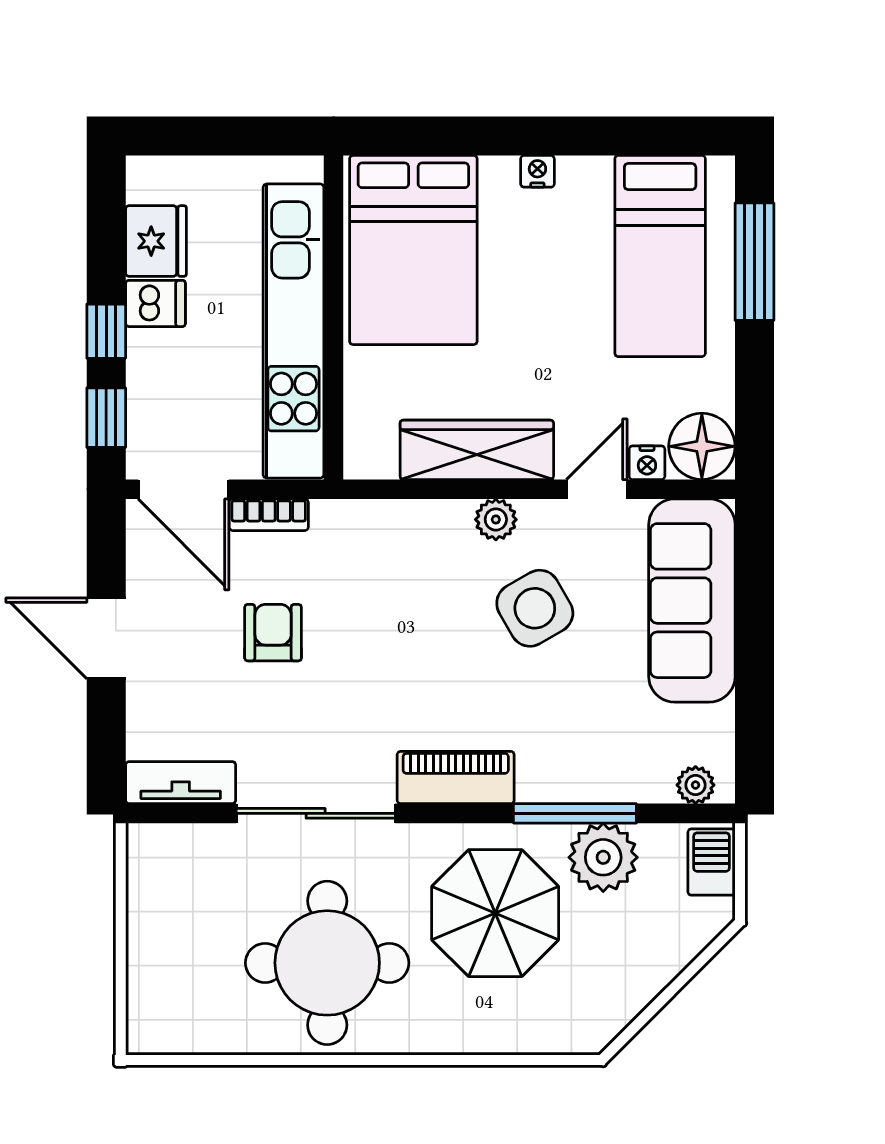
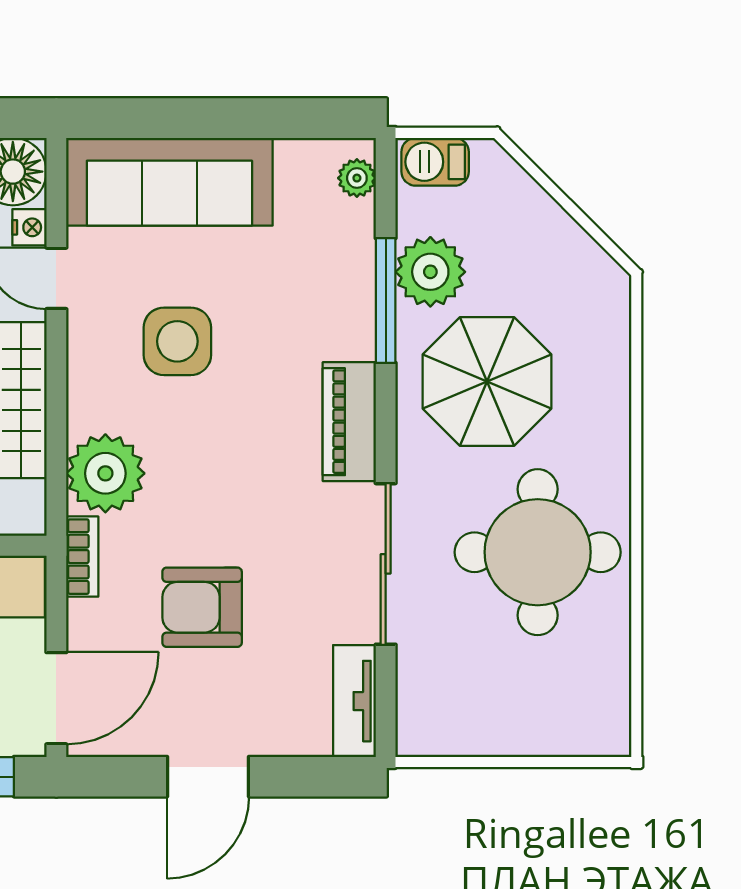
bookcase: (269, 515) -> (82, 557), moved
plant: (496, 519) -> (105, 473), moved, width x1.87, depth x1.87
side table: (535, 608) -> (177, 341), turned 30
armchair: (273, 633) -> (202, 607), width x1.38, depth x1.38

